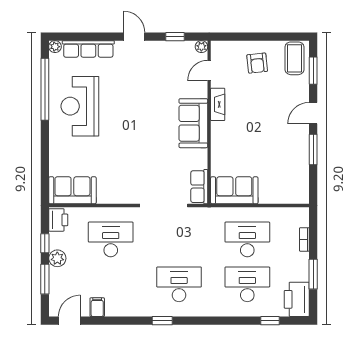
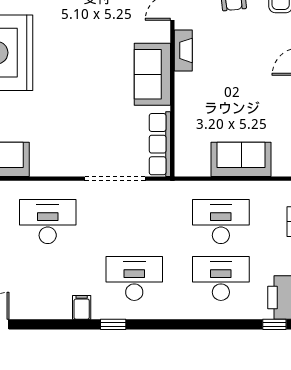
row of seats: (199, 187) -> (160, 144), width x1.48
sofa: (234, 190) -> (241, 159), moved
filing cabinet: (97, 307) -> (82, 307), moved
window: (270, 321) -> (274, 324), moved

